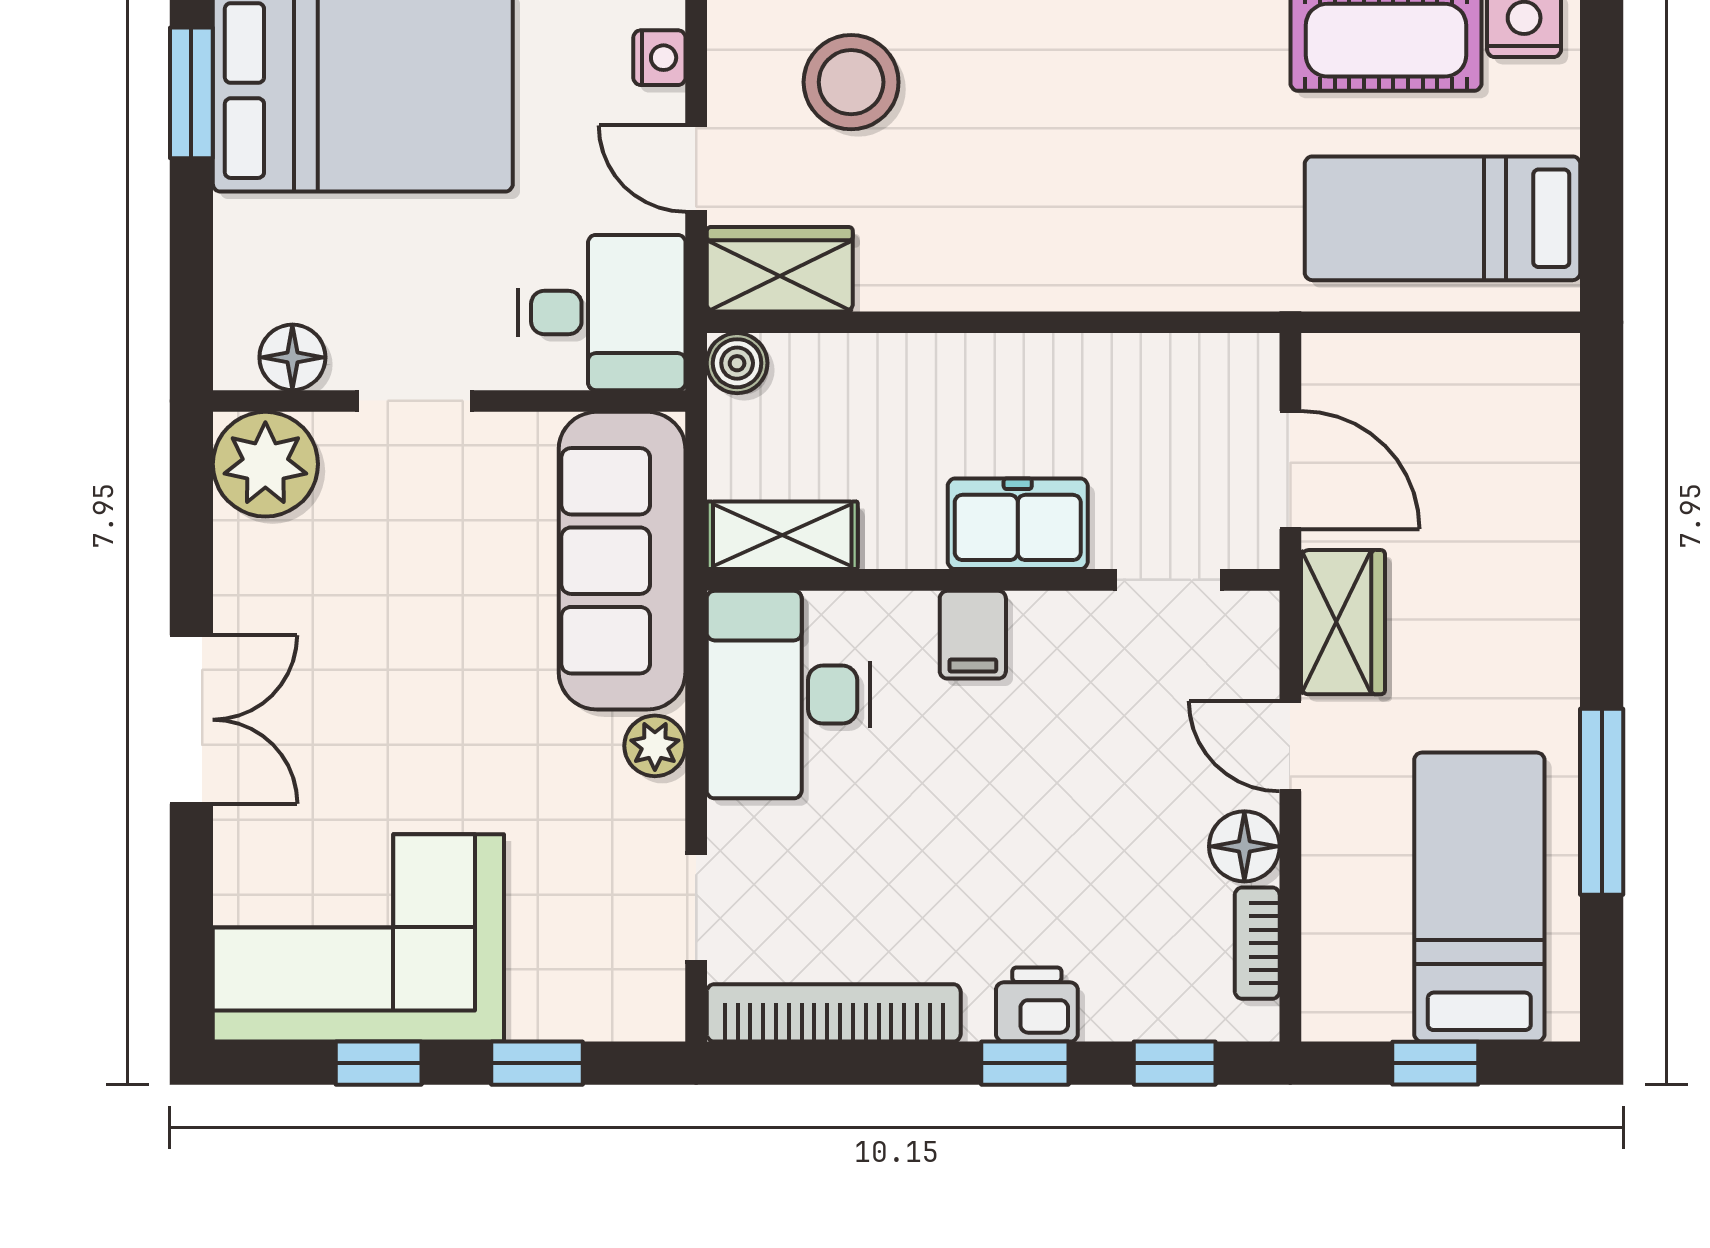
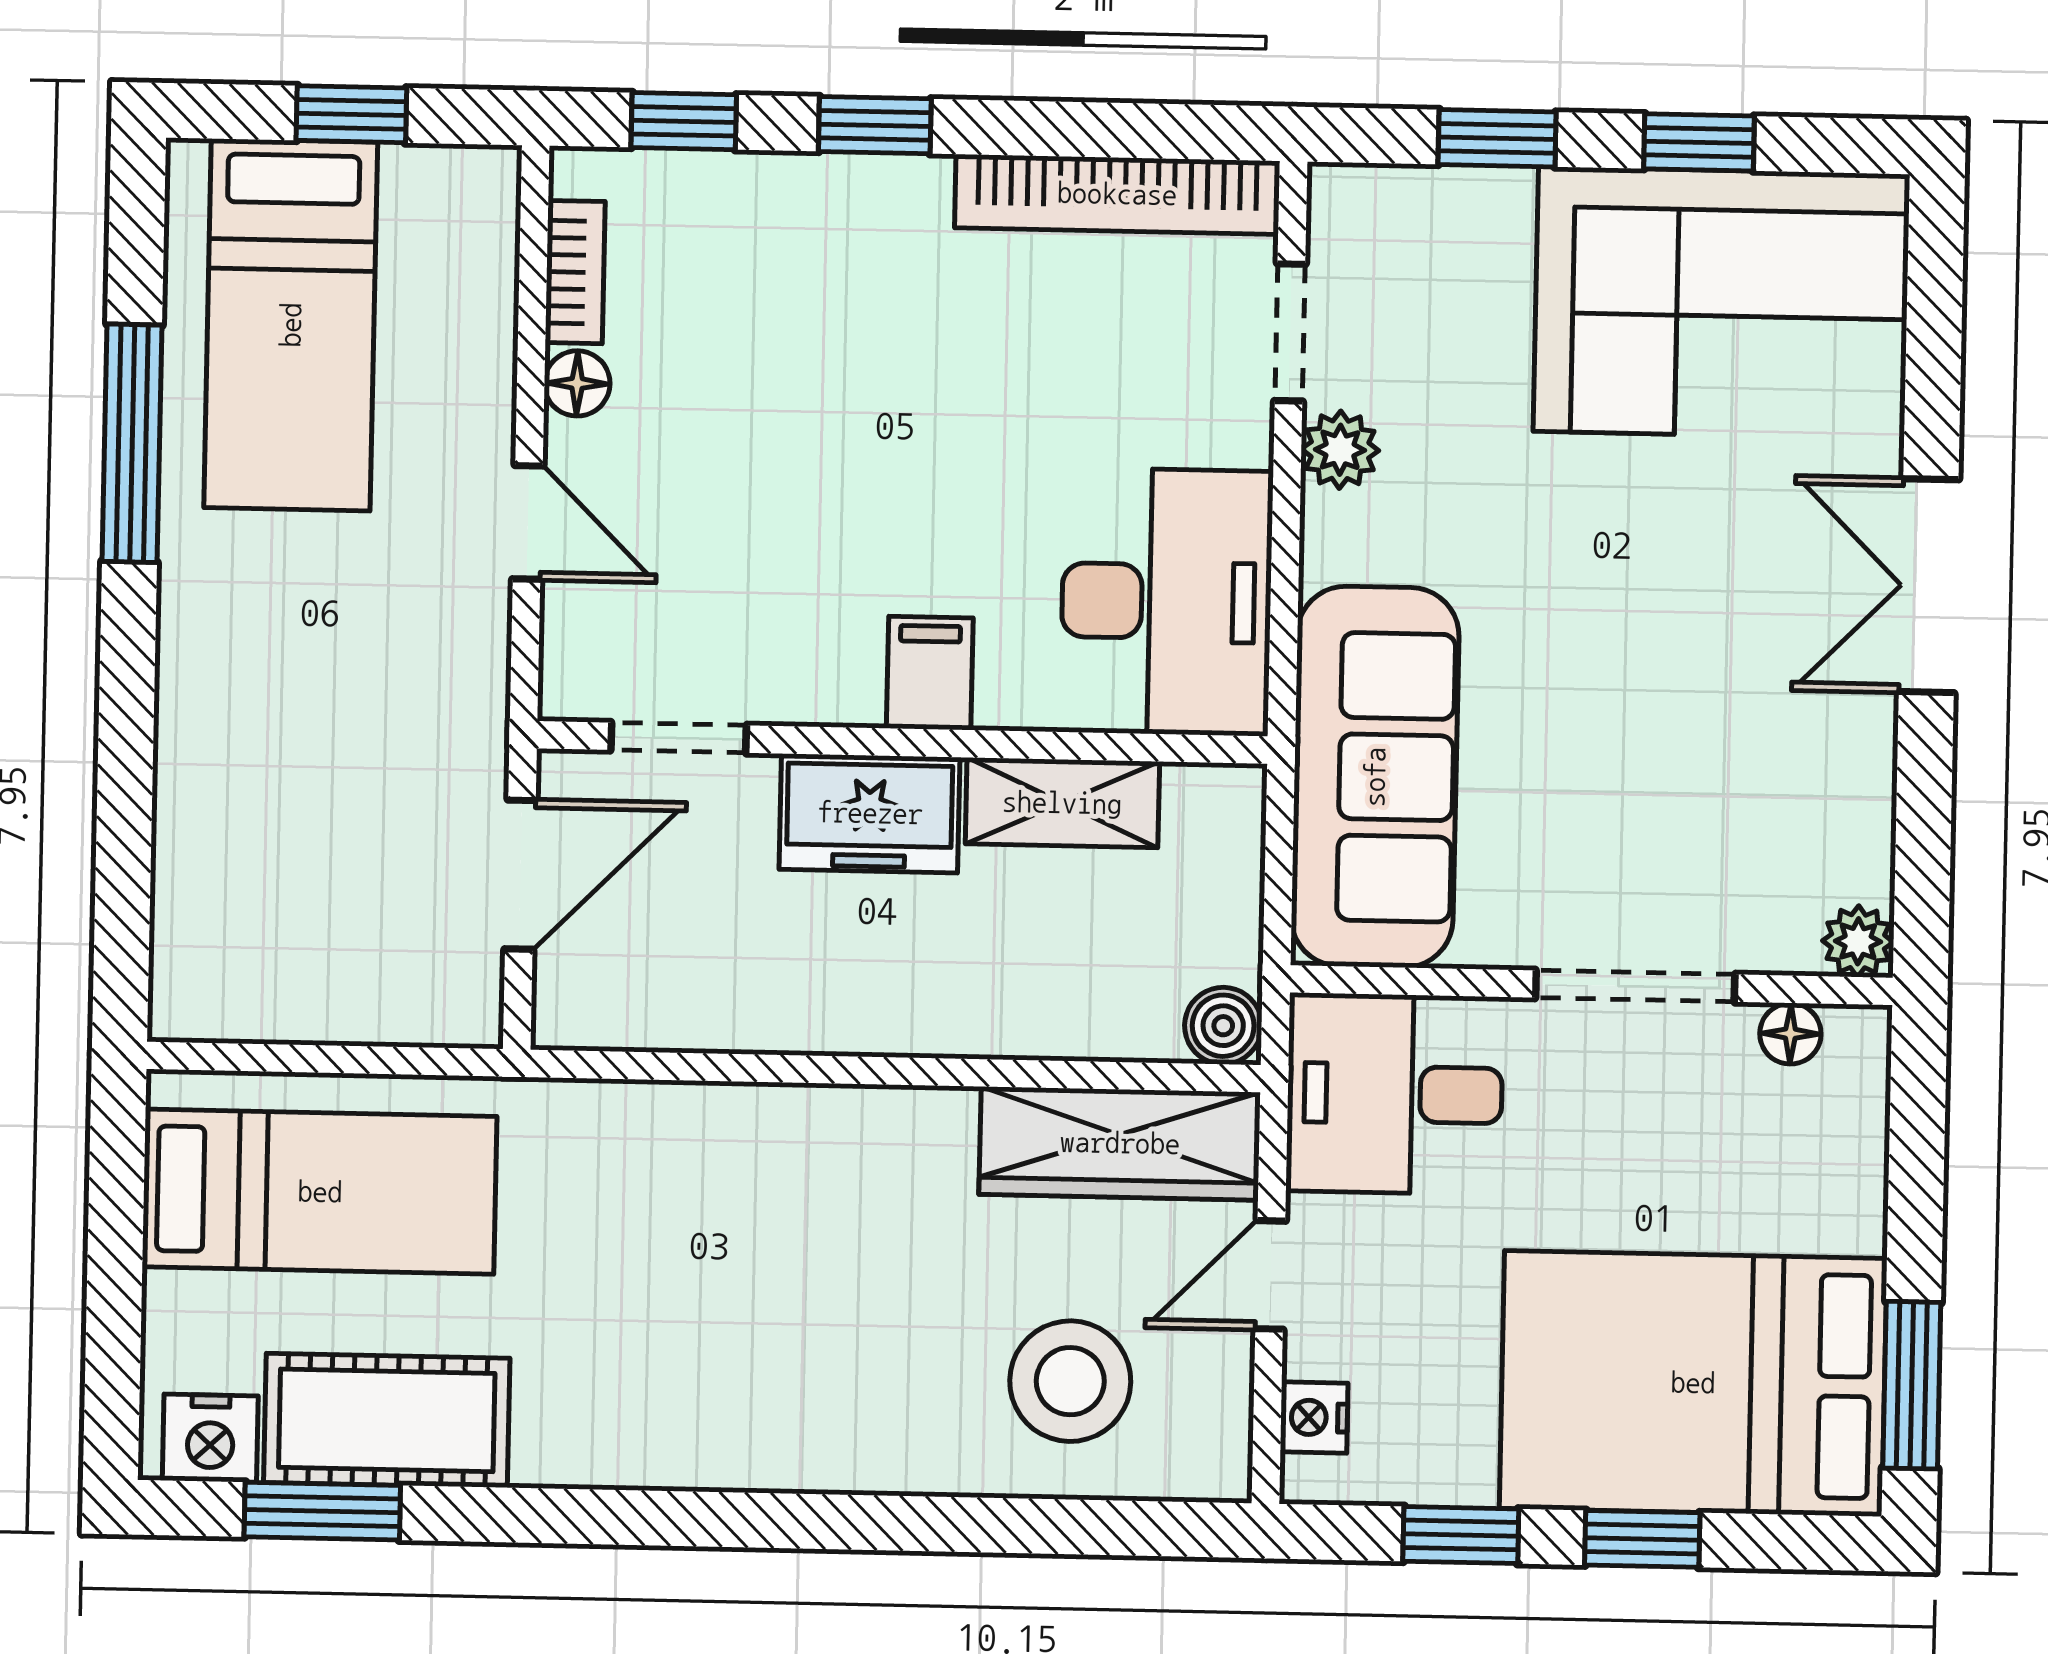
door: (696, 169) -> (1270, 1275), swing flipped
wardrobe: (780, 269) -> (1120, 1143), width x1.50
floor lamp: (292, 357) -> (1790, 1034), width x0.73, depth x0.73
doorway: (415, 401) -> (1635, 986), width x1.38
plant: (265, 464) -> (1858, 941), width x0.53, depth x0.53
door: (1290, 470) -> (520, 875), swing flipped
shelving: (782, 535) -> (1062, 803), moved
wardrobe: (1343, 622) -> (457, 679), removed
plant: (655, 746) -> (1340, 450), moved
floor lamp: (1244, 846) -> (577, 383), width x0.73, depth x0.73
printer: (1037, 1005) -> (858, 200), removed

